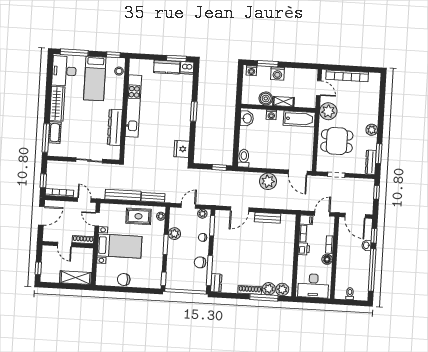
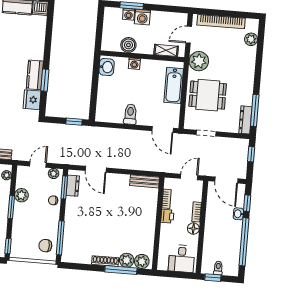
washing machine: (251, 71) -> (129, 14), moved
door: (319, 88) -> (189, 35), swing flipped
shelving: (284, 102) -> (166, 50), moved
window: (194, 111) -> (45, 80), moved
bathtub: (299, 119) -> (174, 85), moved, turned 90
kitchen counter: (184, 127) -> (35, 75), added
plant: (372, 130) -> (251, 39), moved
window: (379, 154) -> (255, 110), width x1.44
toilet: (244, 158) -> (130, 114), moved
plant: (268, 181) -> (129, 139), removed
door: (240, 209) -> (96, 169), hinge flipped
bench: (268, 218) -> (145, 181), moved
filing cabinet: (306, 220) -> (171, 183), removed
chair: (200, 262) -> (45, 246), moved
dresser: (216, 283) -> (73, 186), moved
desk: (313, 286) -> (182, 259), width x0.73
window: (345, 302) -> (213, 278), added

